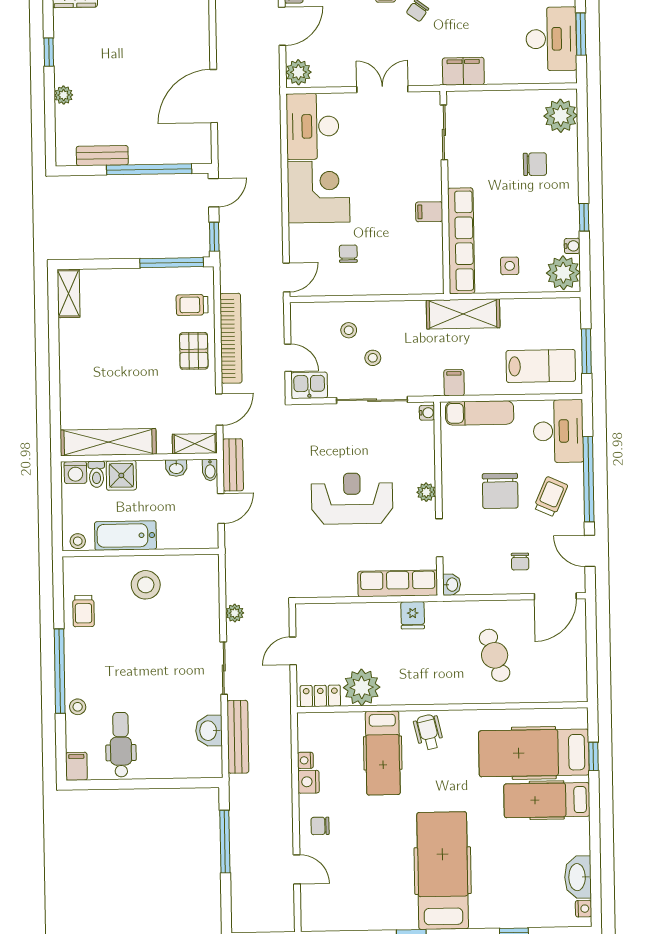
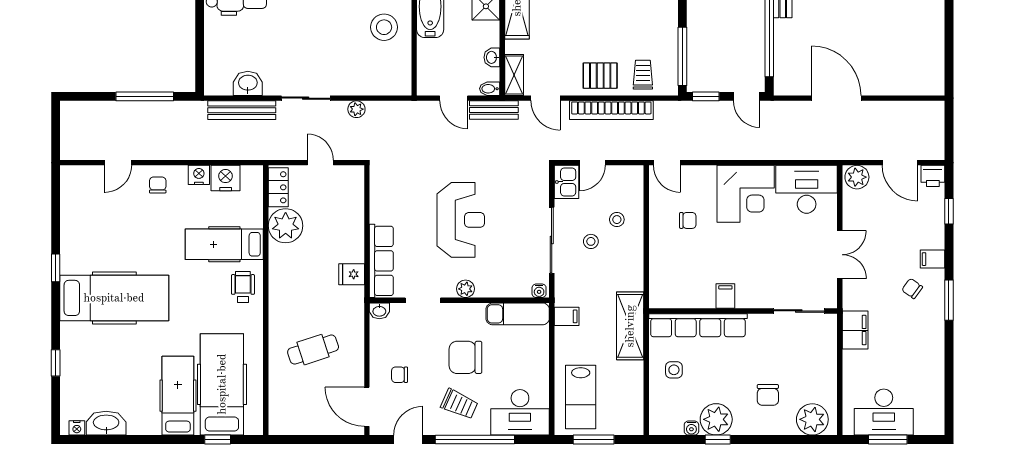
plant: (563, 273) -> (716, 419), moved
exam couch: (480, 413) -> (518, 314), moved, turned -90
wheelchair: (428, 732) -> (243, 287), turned -77
nightstand: (305, 760) -> (226, 178), width x1.89, depth x1.79

